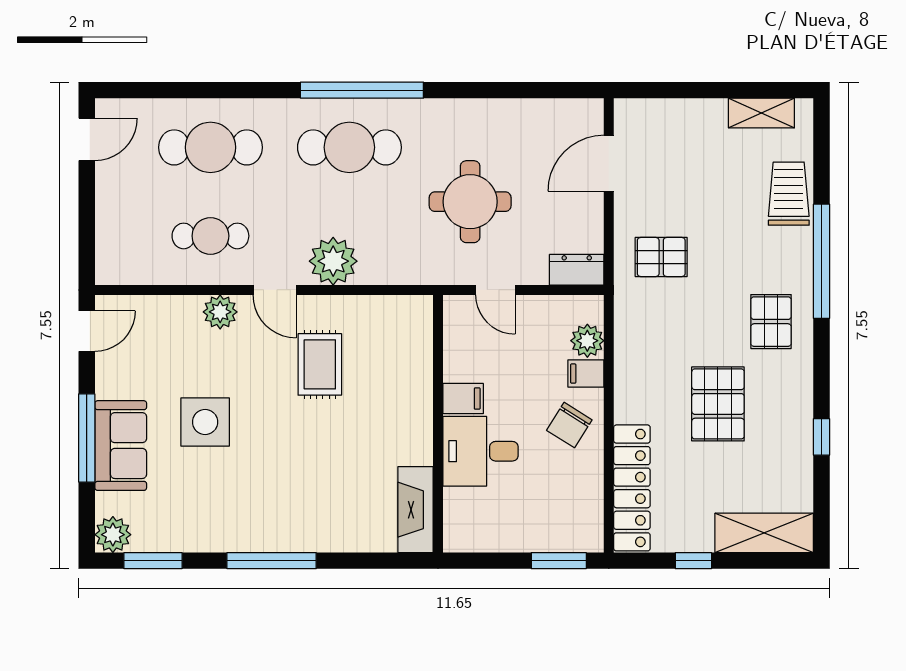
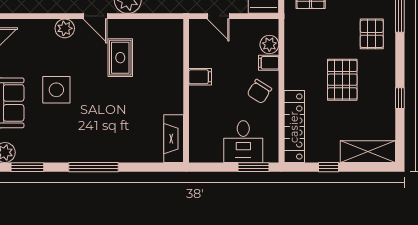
desk: (481, 451) -> (243, 142), moved, turned -90

